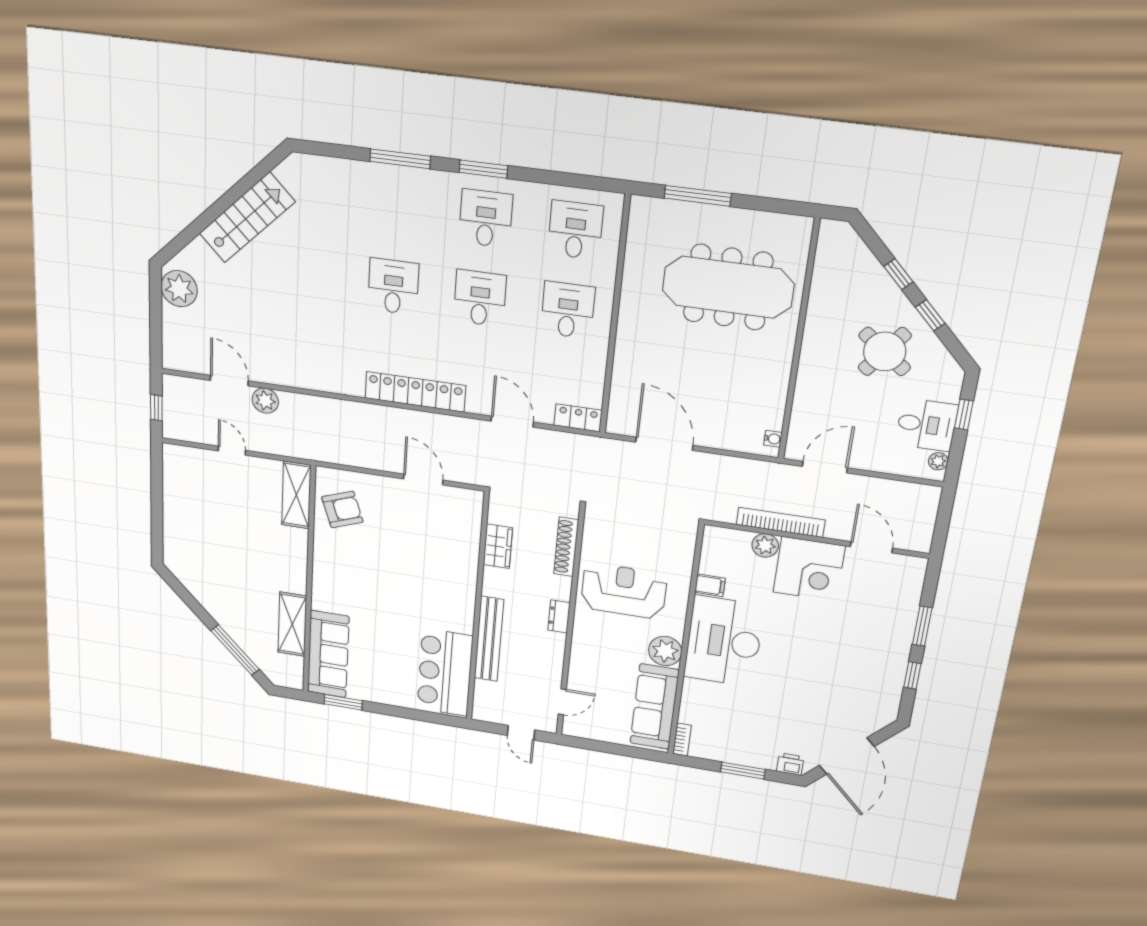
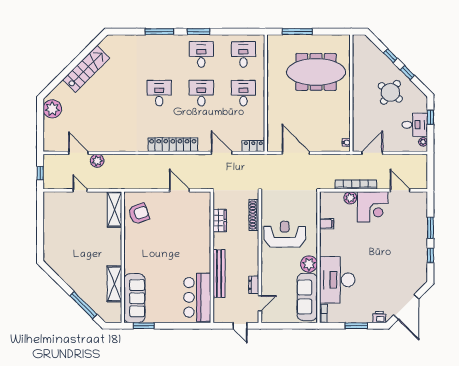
dresser: (559, 616) -> (254, 285), moved
desk: (724, 641) -> (337, 280), moved

